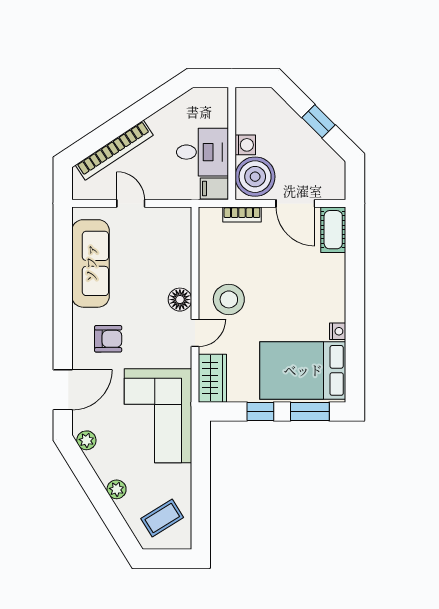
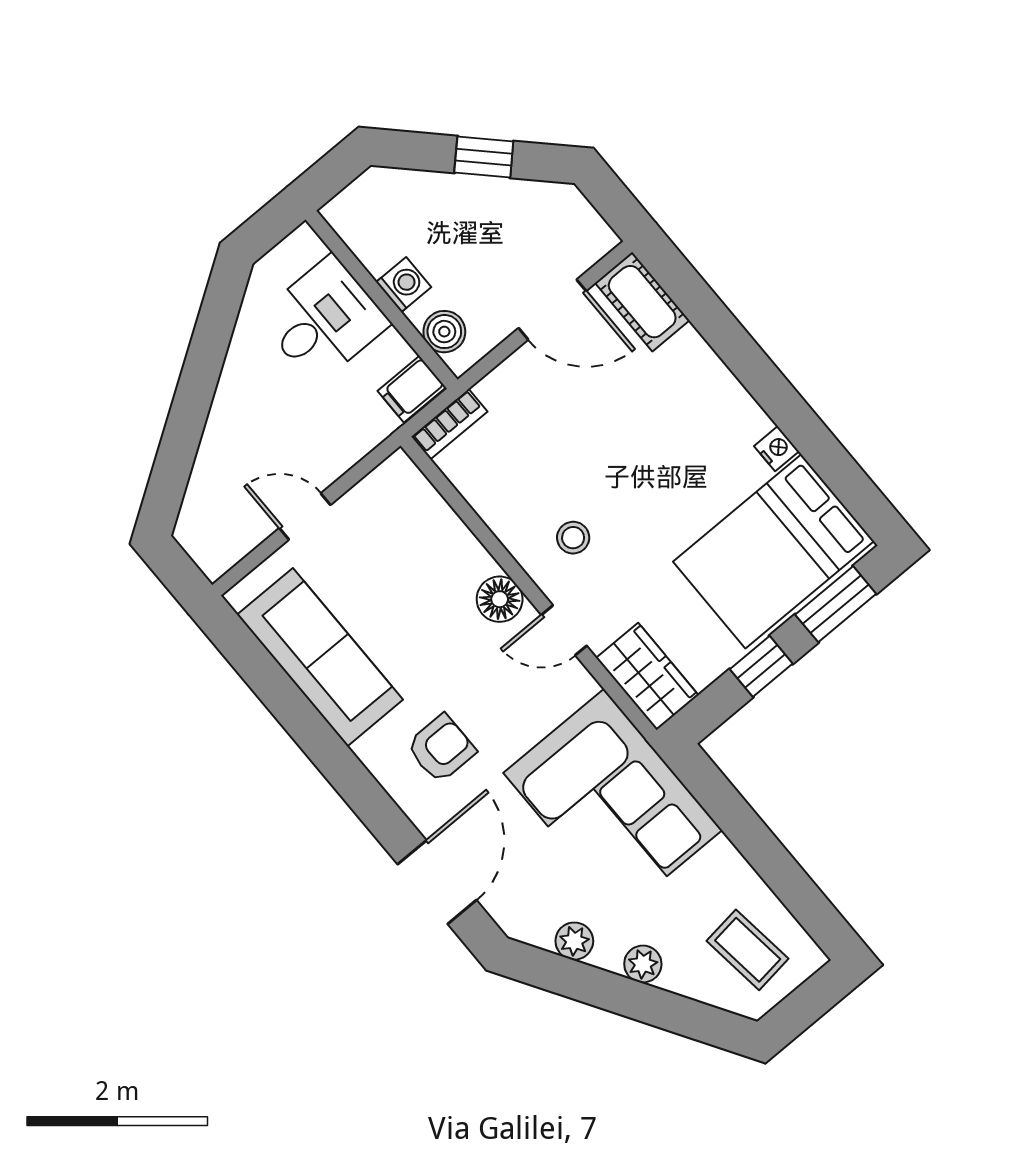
bookcase: (114, 150) -> (213, 457), removed
desk: (202, 152) -> (324, 320), moved
boiler: (255, 177) -> (444, 332), width x0.54, depth x0.54
bookcase: (242, 214) -> (449, 424), moved
stool: (229, 299) -> (573, 538), width x0.53, depth x0.53
door: (195, 333) -> (564, 630), swing flipped
plant: (86, 440) -> (574, 941), moved
coffee table: (162, 518) -> (748, 950), turned -65

